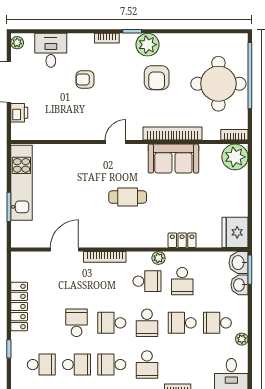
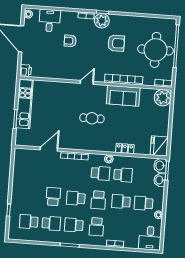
plant: (148, 45) -> (102, 21), moved
armchair: (157, 78) -> (116, 43), turned -90
printer: (19, 113) -> (26, 71), moved
school desk: (182, 281) -> (123, 175), turned -90
locker: (19, 306) -> (17, 183), removed
school desk: (41, 365) -> (29, 222), turned 180

